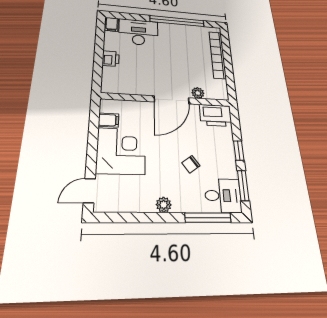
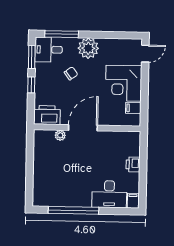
bookcase: (218, 55) -> (38, 175), removed
plant: (164, 205) -> (88, 48), width x1.87, depth x1.87

